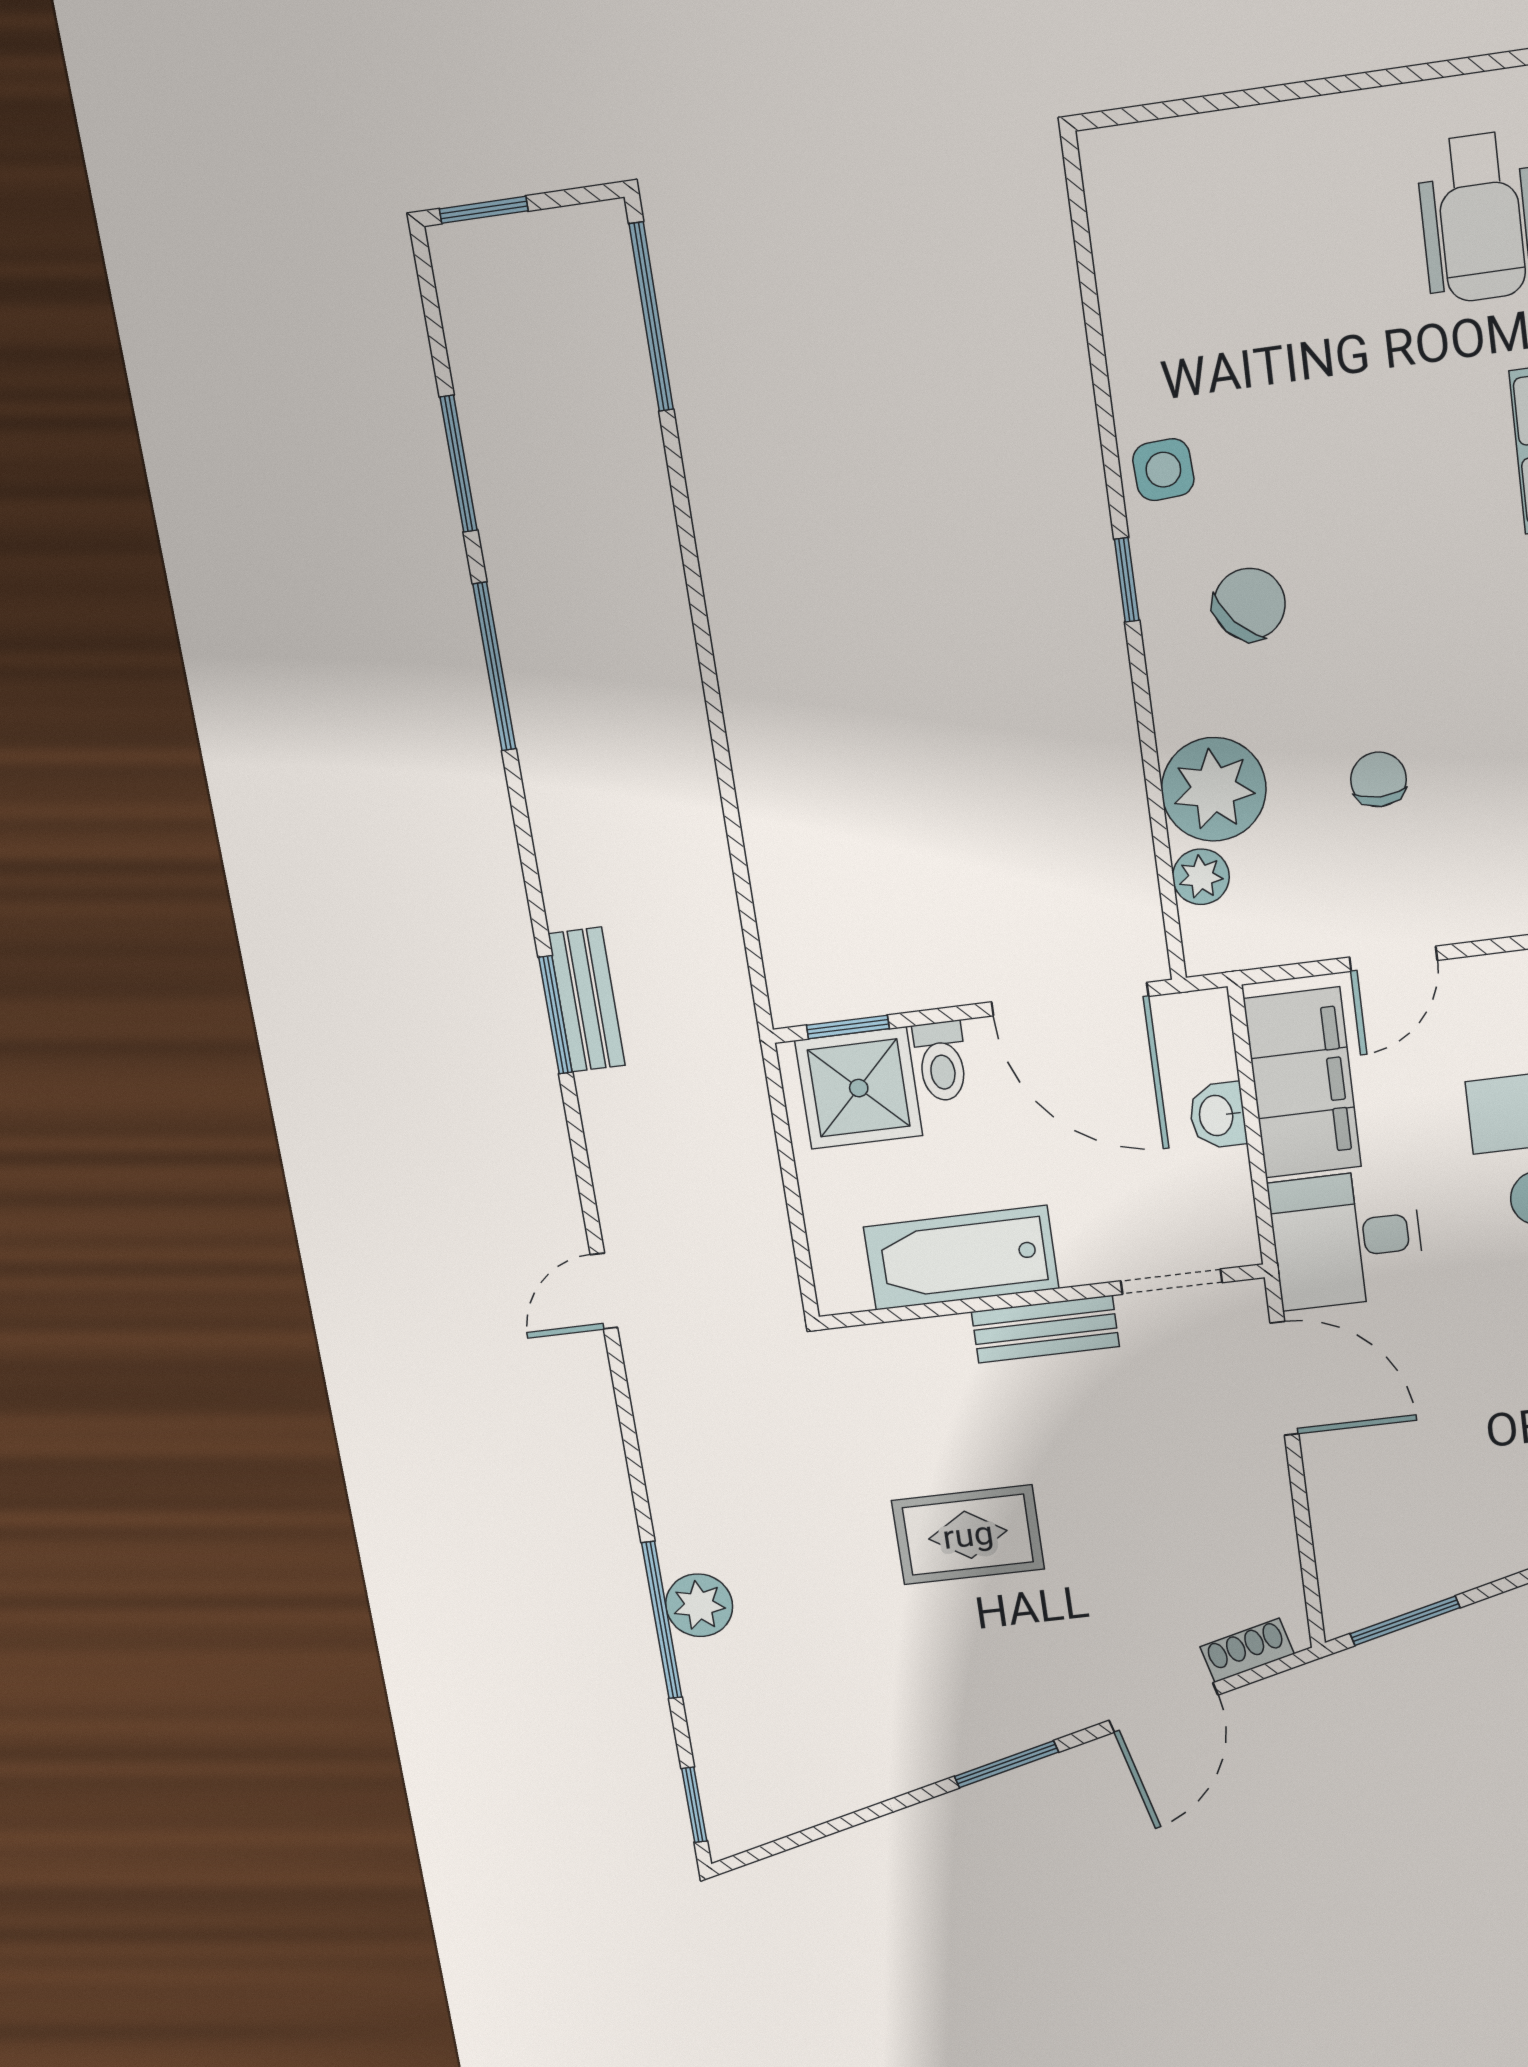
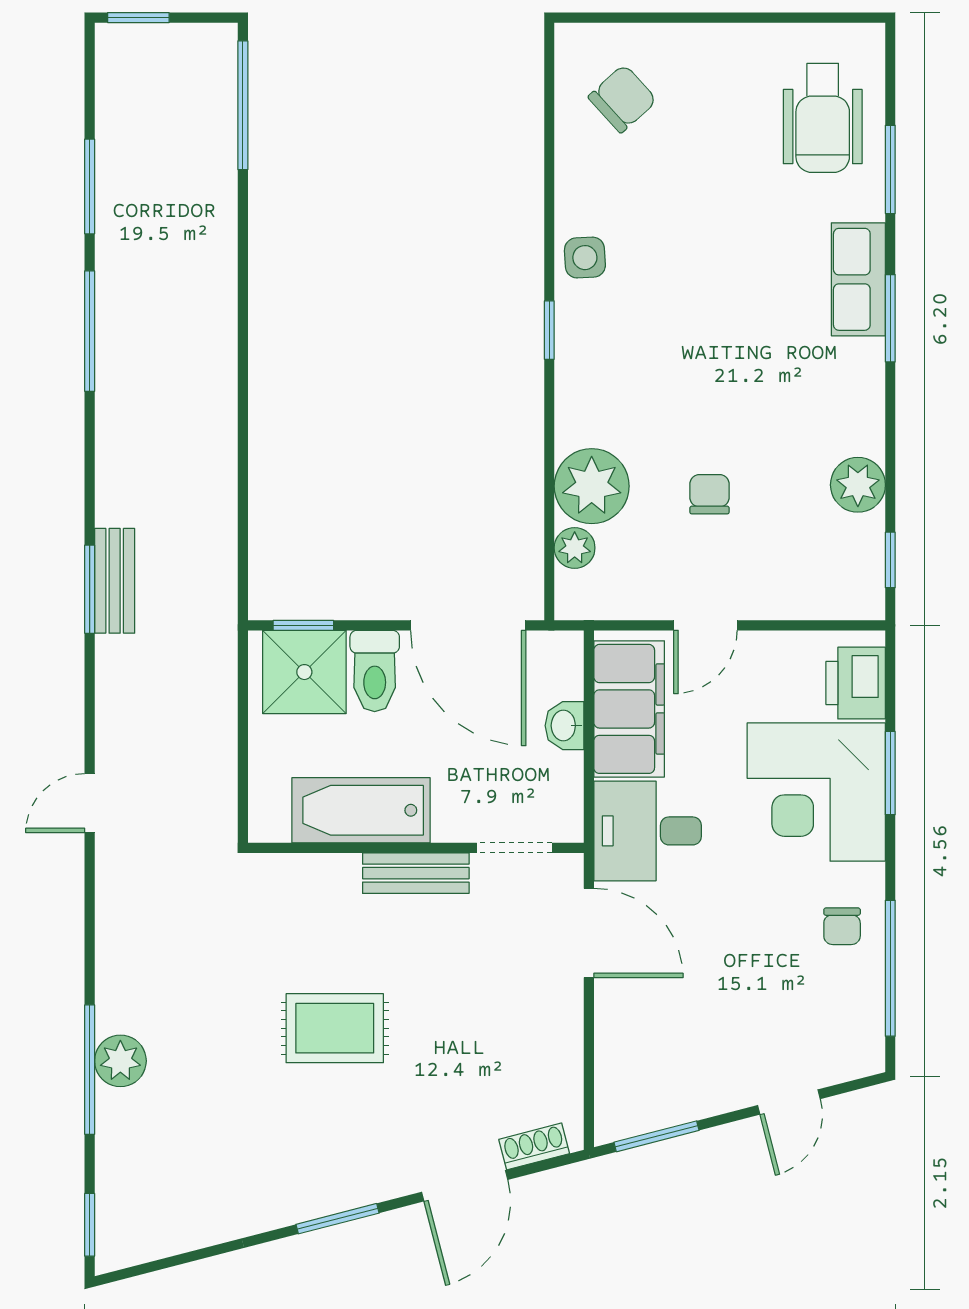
chair: (1249, 604) -> (623, 99), moved
toilet: (941, 1061) -> (375, 671), width x1.37, depth x1.39

